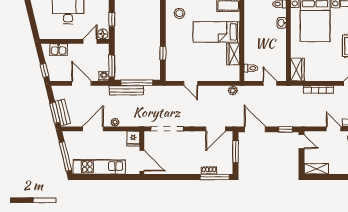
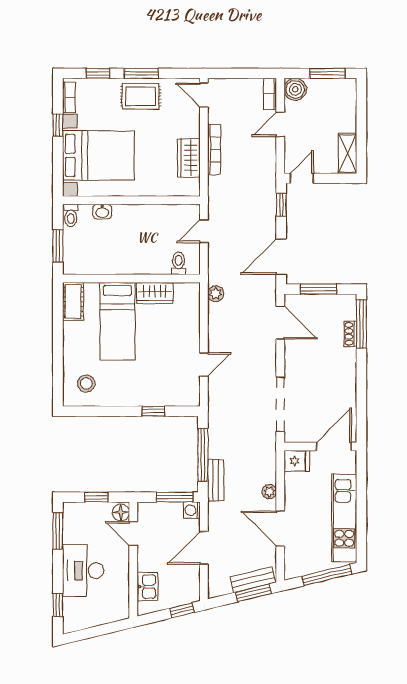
wardrobe: (297, 70) -> (189, 158), moved, turned -90
bench: (126, 90) -> (216, 480), width x0.73

